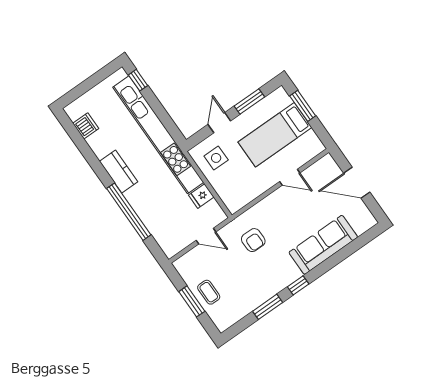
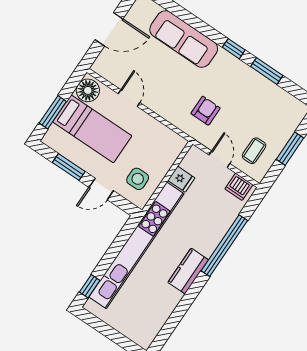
dishwasher: (86, 126) -> (239, 187), moved, turned -90
floor lamp: (310, 144) -> (88, 90), added
door: (357, 183) -> (109, 29), hinge flipped
coffee table: (209, 292) -> (254, 151), moved

